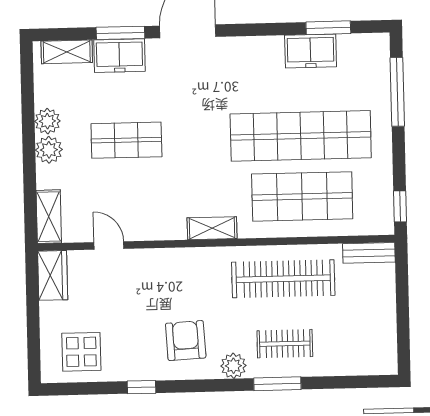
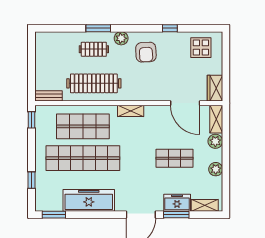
window: (328, 28) -> (54, 215), moved
freezer: (311, 51) -> (89, 200), width x1.91, depth x1.26
window: (397, 92) -> (32, 180), width x0.46
plant: (49, 150) -> (215, 141), moved
door: (109, 246) -> (185, 103), width x1.88

